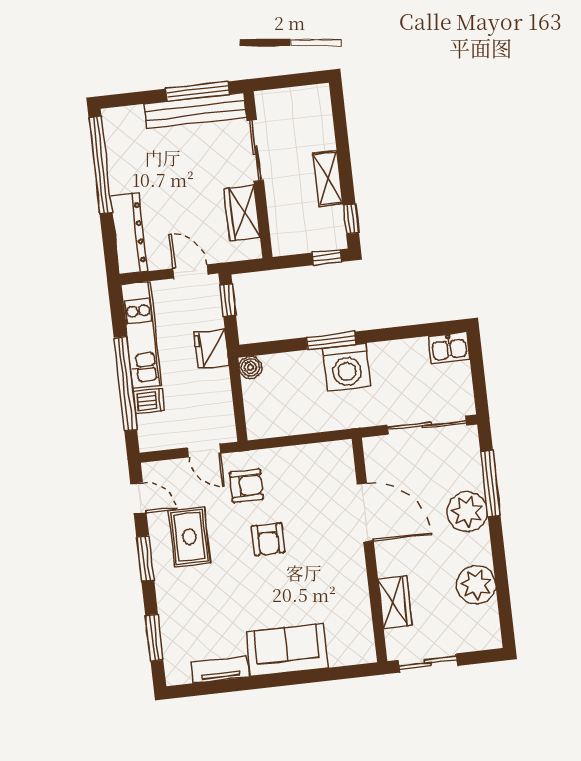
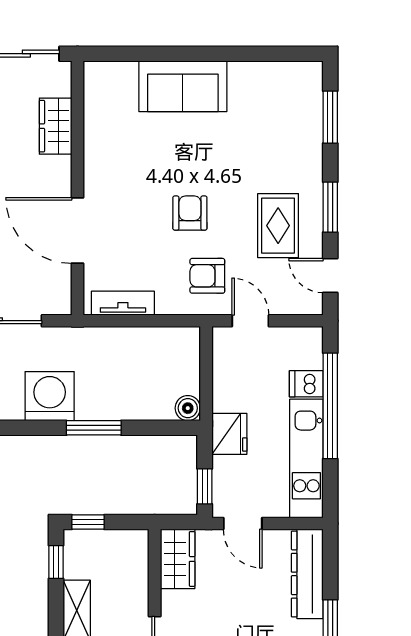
wardrobe: (242, 213) -> (178, 559), moved
washing machine: (347, 367) -> (50, 396), moved
tv unit: (220, 670) -> (123, 303), moved, turned 180

